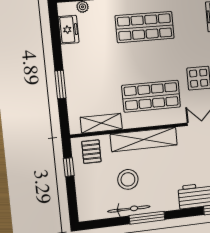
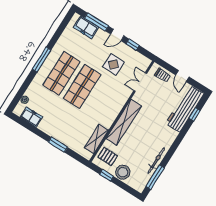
shop shelf: (151, 96) -> (82, 86), moved
stool: (128, 179) -> (123, 172), moved
window: (147, 218) -> (155, 177), moved

